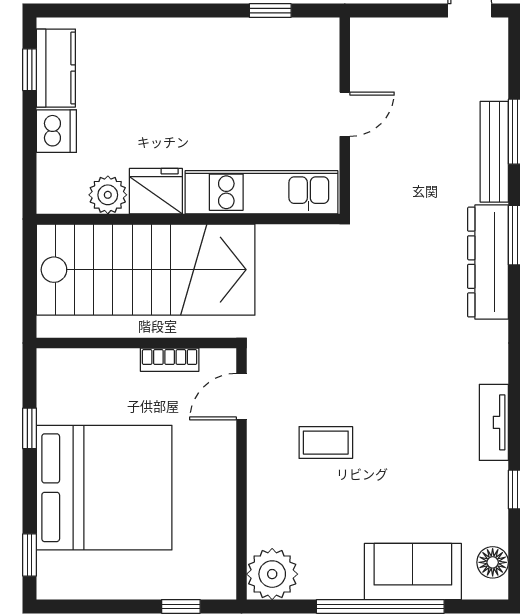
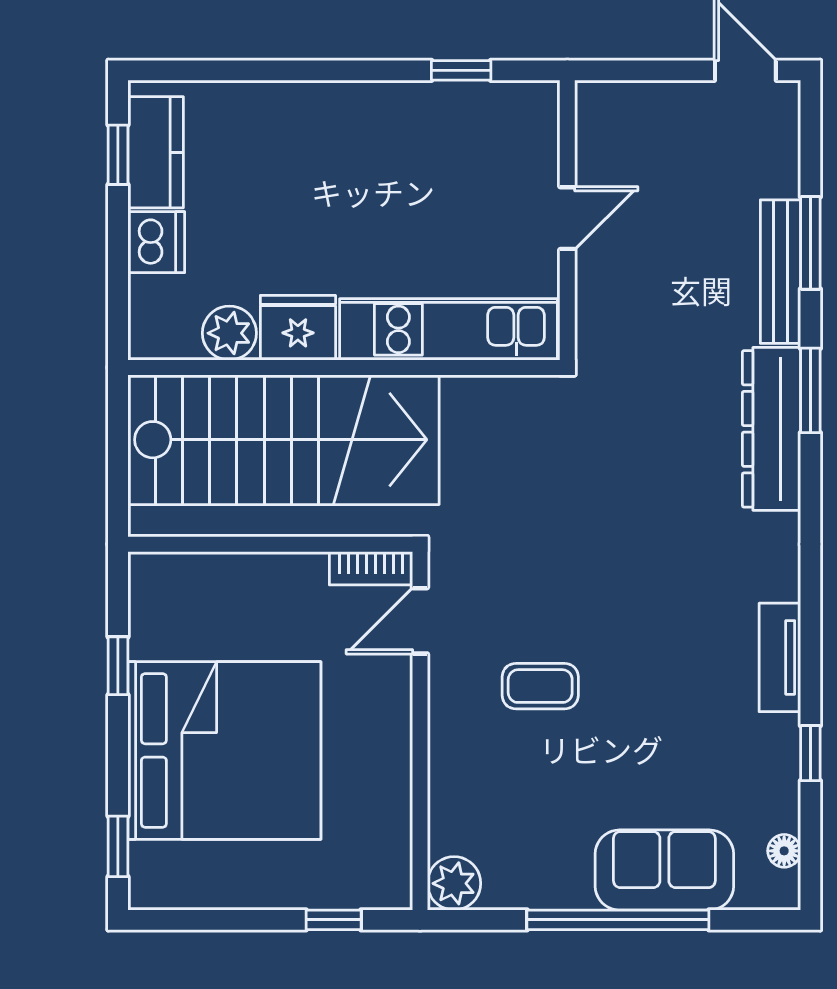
bookcase: (170, 360) -> (371, 568), moved
floor lamp: (493, 562) -> (784, 851), width x0.73, depth x0.73
plant: (272, 574) -> (454, 883), width x0.73, depth x0.73

